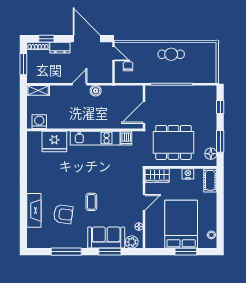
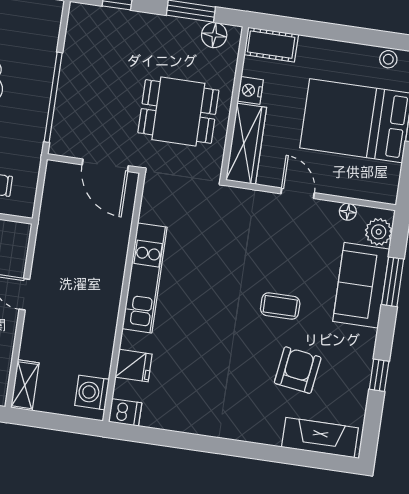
boiler: (96, 91) -> (44, 262), removed
dishwasher: (126, 138) -> (125, 412), moved
fridge: (54, 141) -> (134, 366), width x0.53, depth x0.75
dining table: (173, 142) -> (178, 112), width x0.73
wardrobe: (157, 176) -> (246, 144), width x1.50
fireplace: (34, 210) -> (320, 438), moved
window: (66, 252) -> (379, 375), width x0.46

